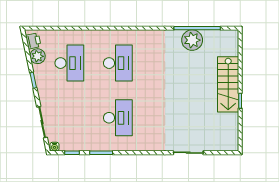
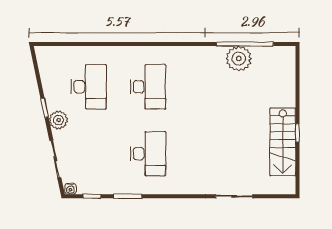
printer: (33, 41) -> (45, 60), removed
plant: (37, 56) -> (59, 120), moved
stairs: (228, 84) -> (283, 142), moved

